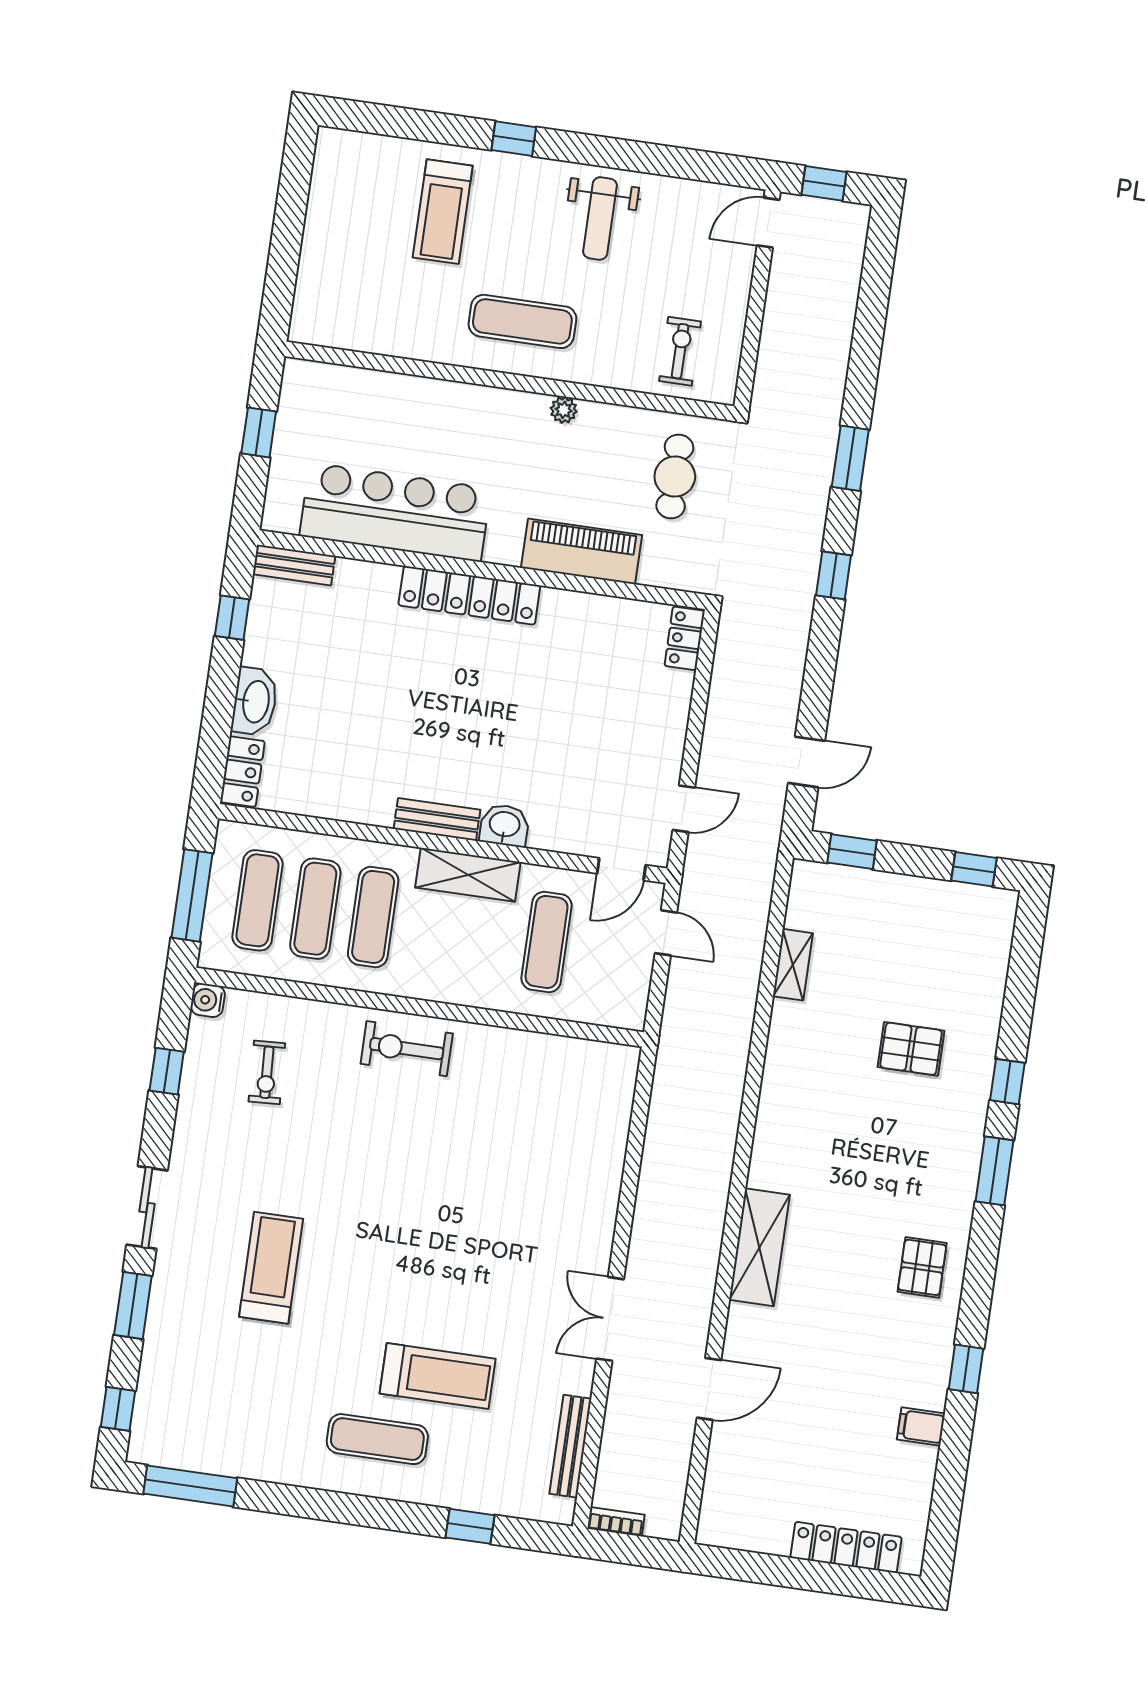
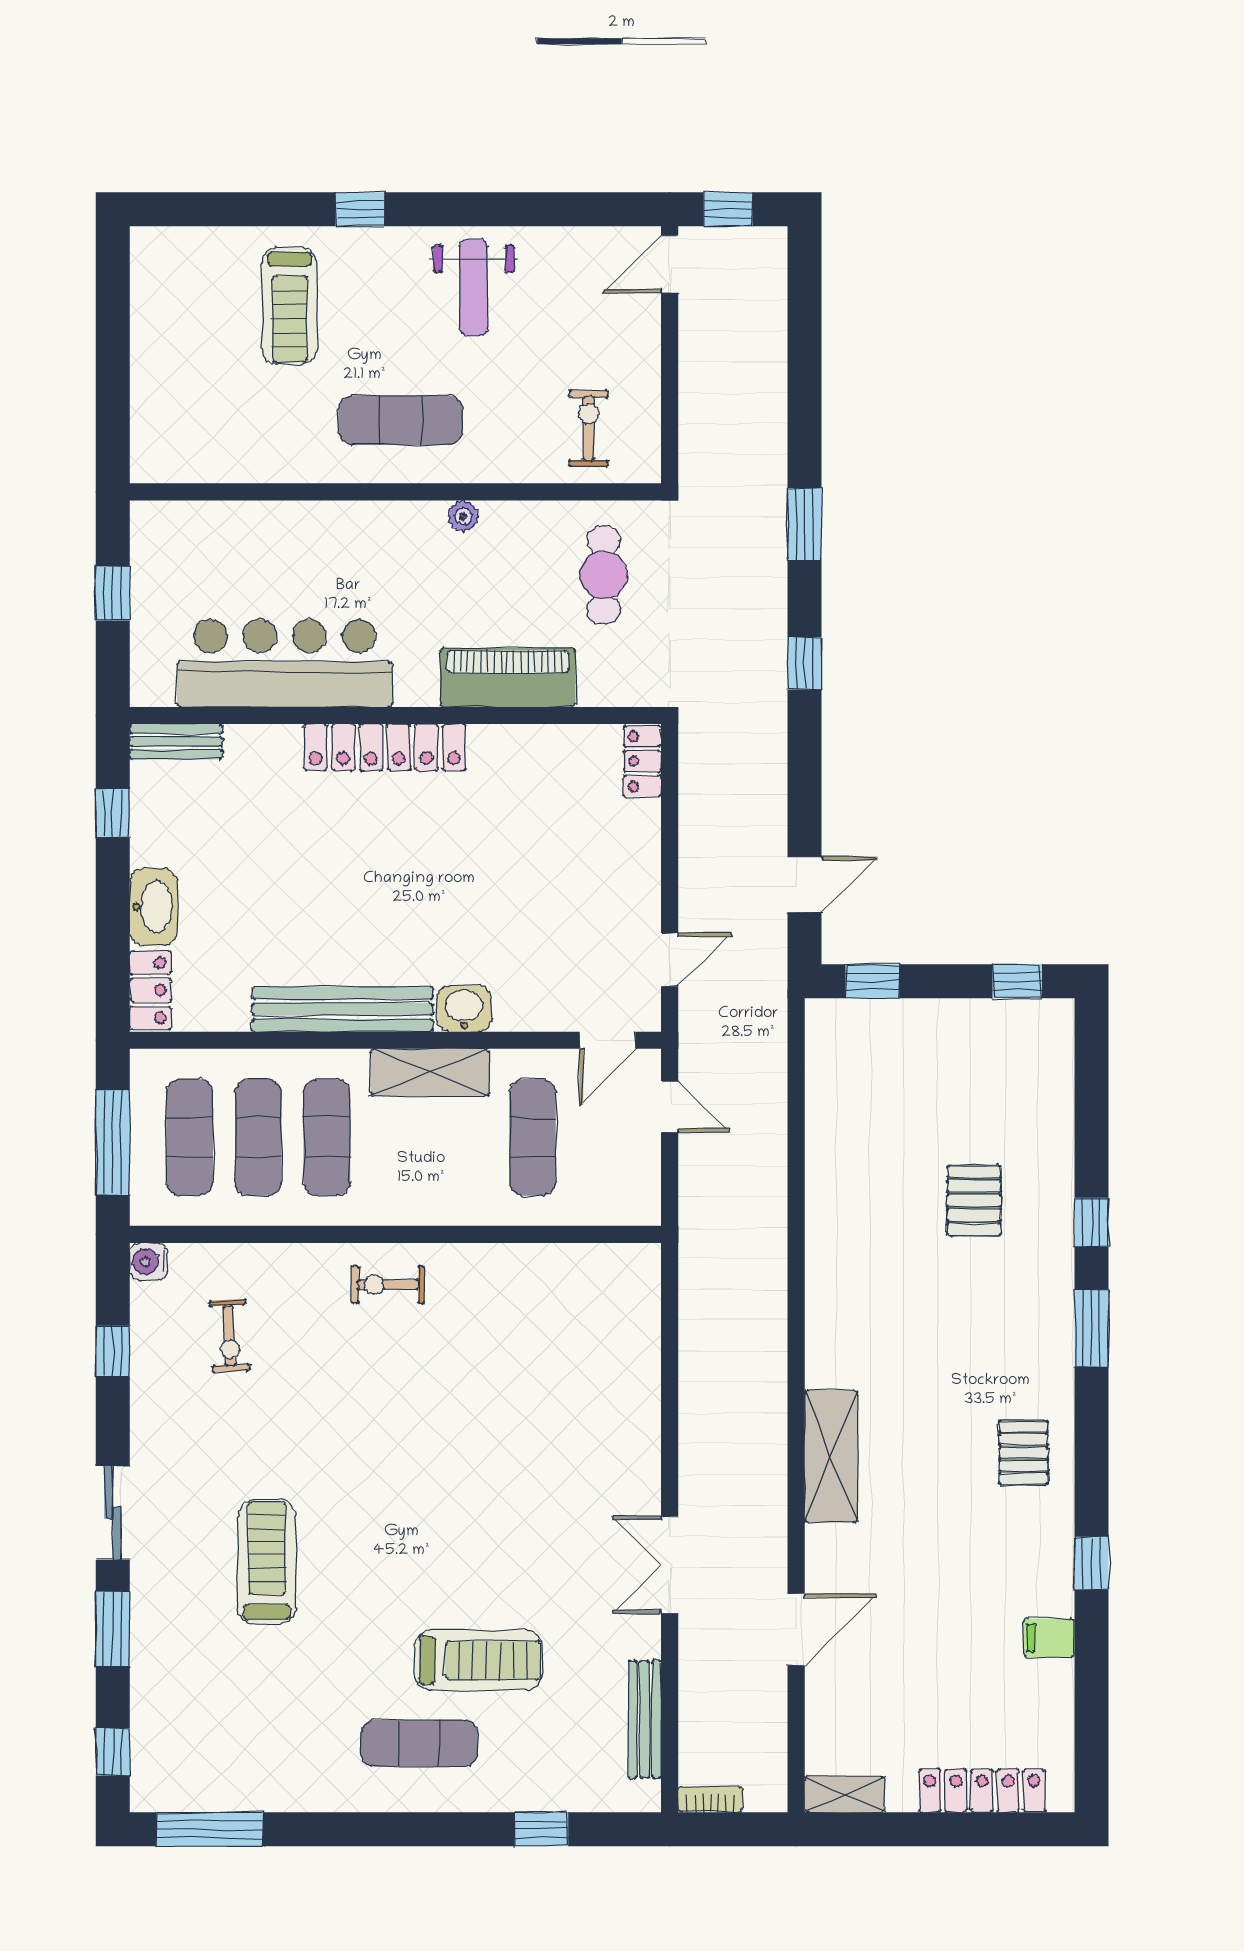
bench: (437, 819) -> (343, 1009), width x1.86, depth x1.21
shelving: (793, 965) -> (845, 1794), moved, turned 90
exercise bike: (407, 1049) -> (388, 1285), width x0.73, depth x0.72
pallet: (911, 1049) -> (974, 1200), turned 90

